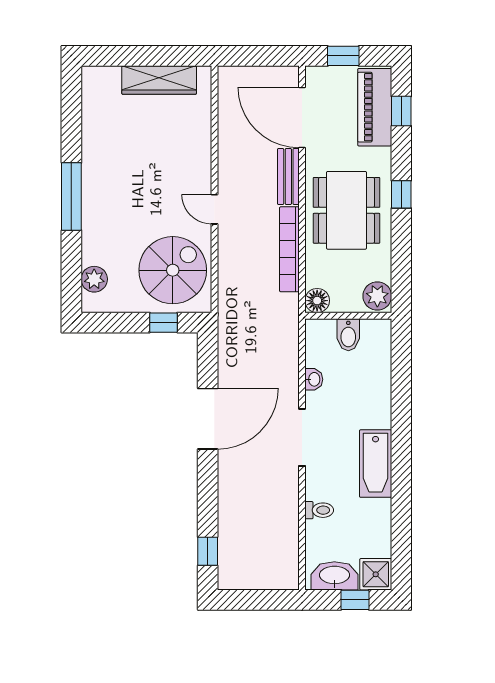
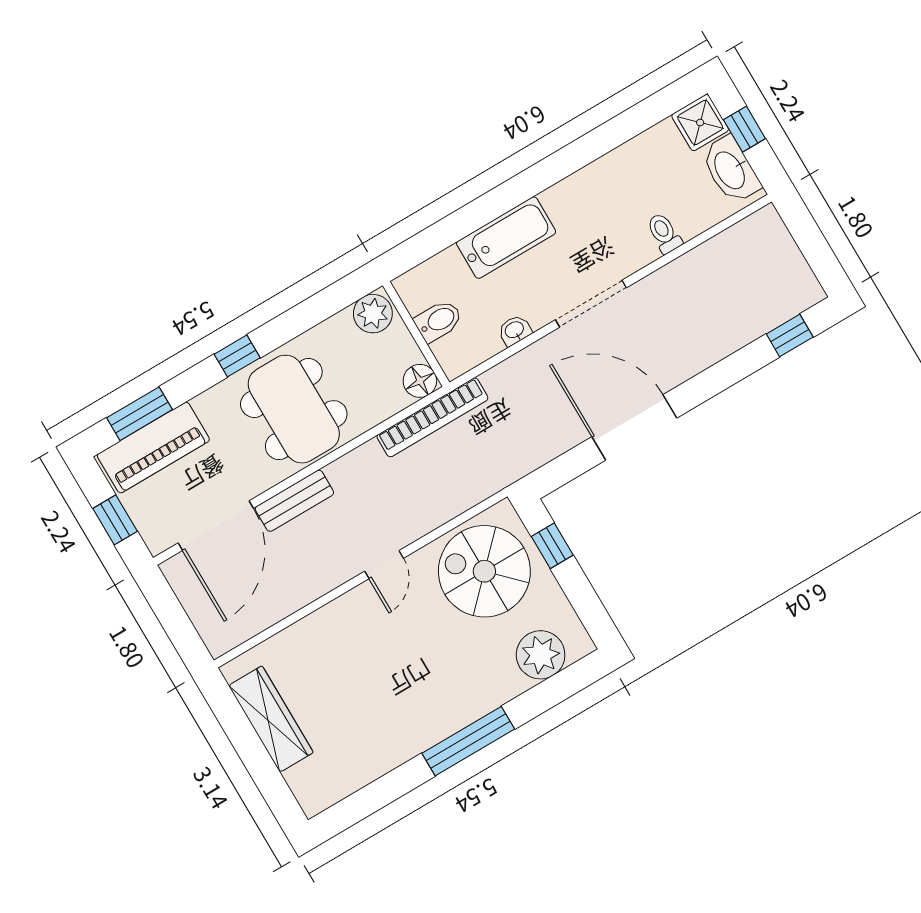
window: (401, 111) -> (139, 414), width x1.50
dining table: (347, 210) -> (294, 409), turned 90
bookcase: (289, 249) -> (432, 417), moved
plant: (94, 279) -> (541, 655), width x1.36, depth x1.36
bathtub: (376, 464) -> (506, 238), moved

